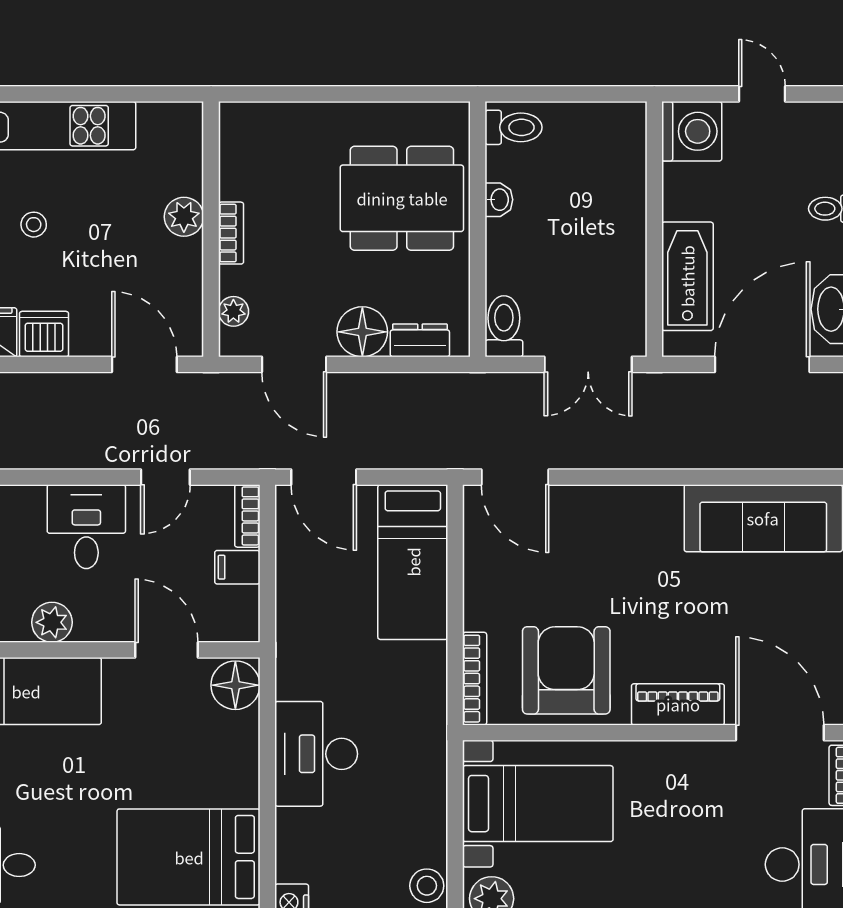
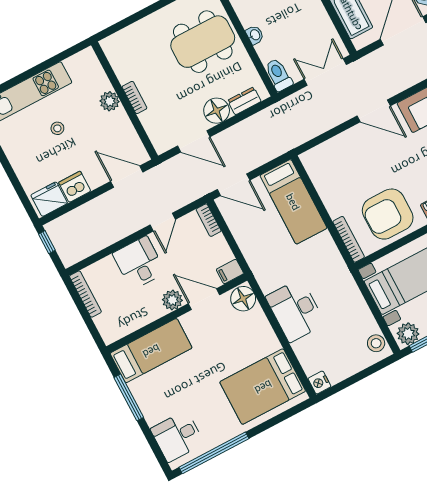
washbasin: (499, 200) -> (255, 35), moved
stool: (34, 225) -> (57, 128), moved
plant: (233, 311) -> (154, 132), removed
double door: (588, 364) -> (325, 72), swing flipped
door: (515, 477) -> (374, 111), moved
filing cabinet: (237, 567) -> (230, 272), moved
plant: (52, 622) -> (172, 300), moved
armchair: (566, 670) -> (388, 214), turned -90

